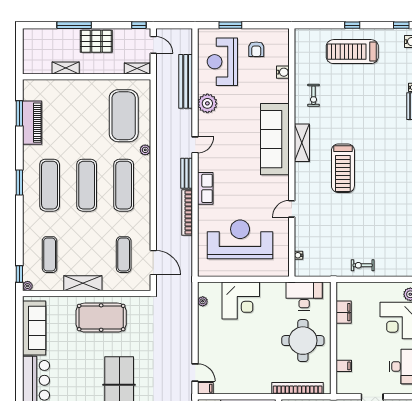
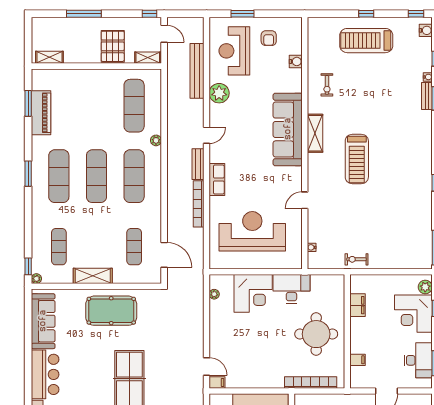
pallet: (96, 41) -> (113, 46), moved, turned 90
shelving: (66, 68) -> (49, 57), moved
exercise mat: (124, 116) -> (134, 106), width x0.68
exercise bike: (363, 265) -> (357, 259), moved
desk: (304, 296) -> (291, 289), moved

